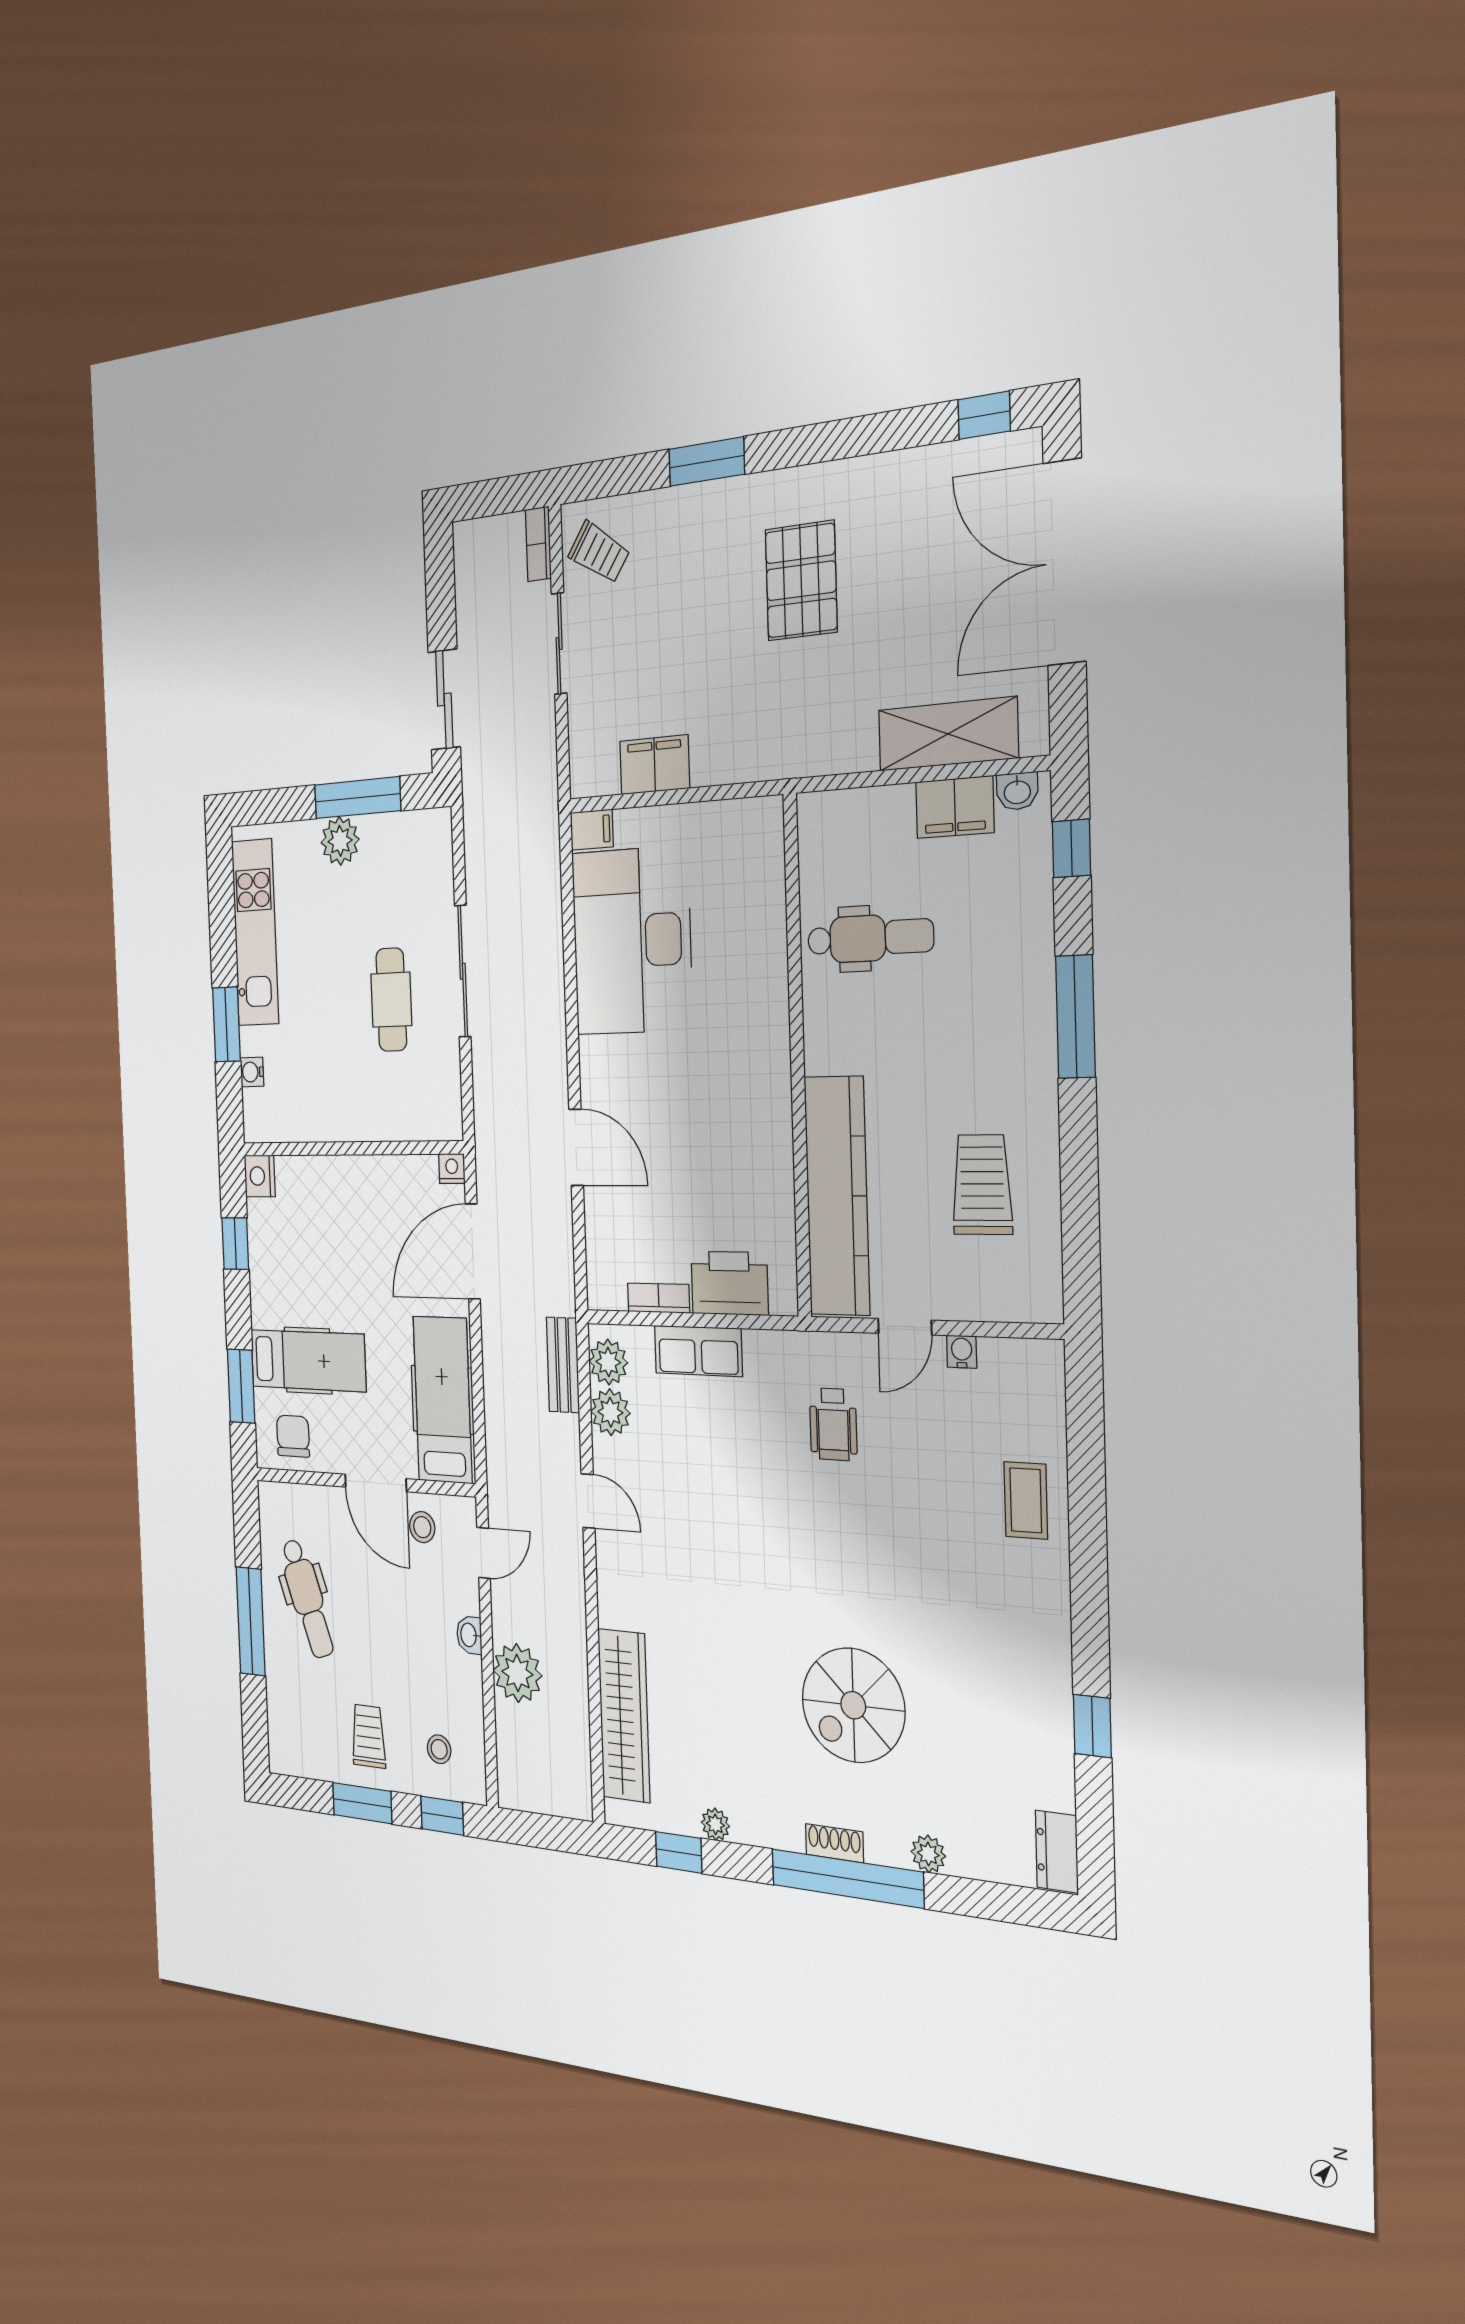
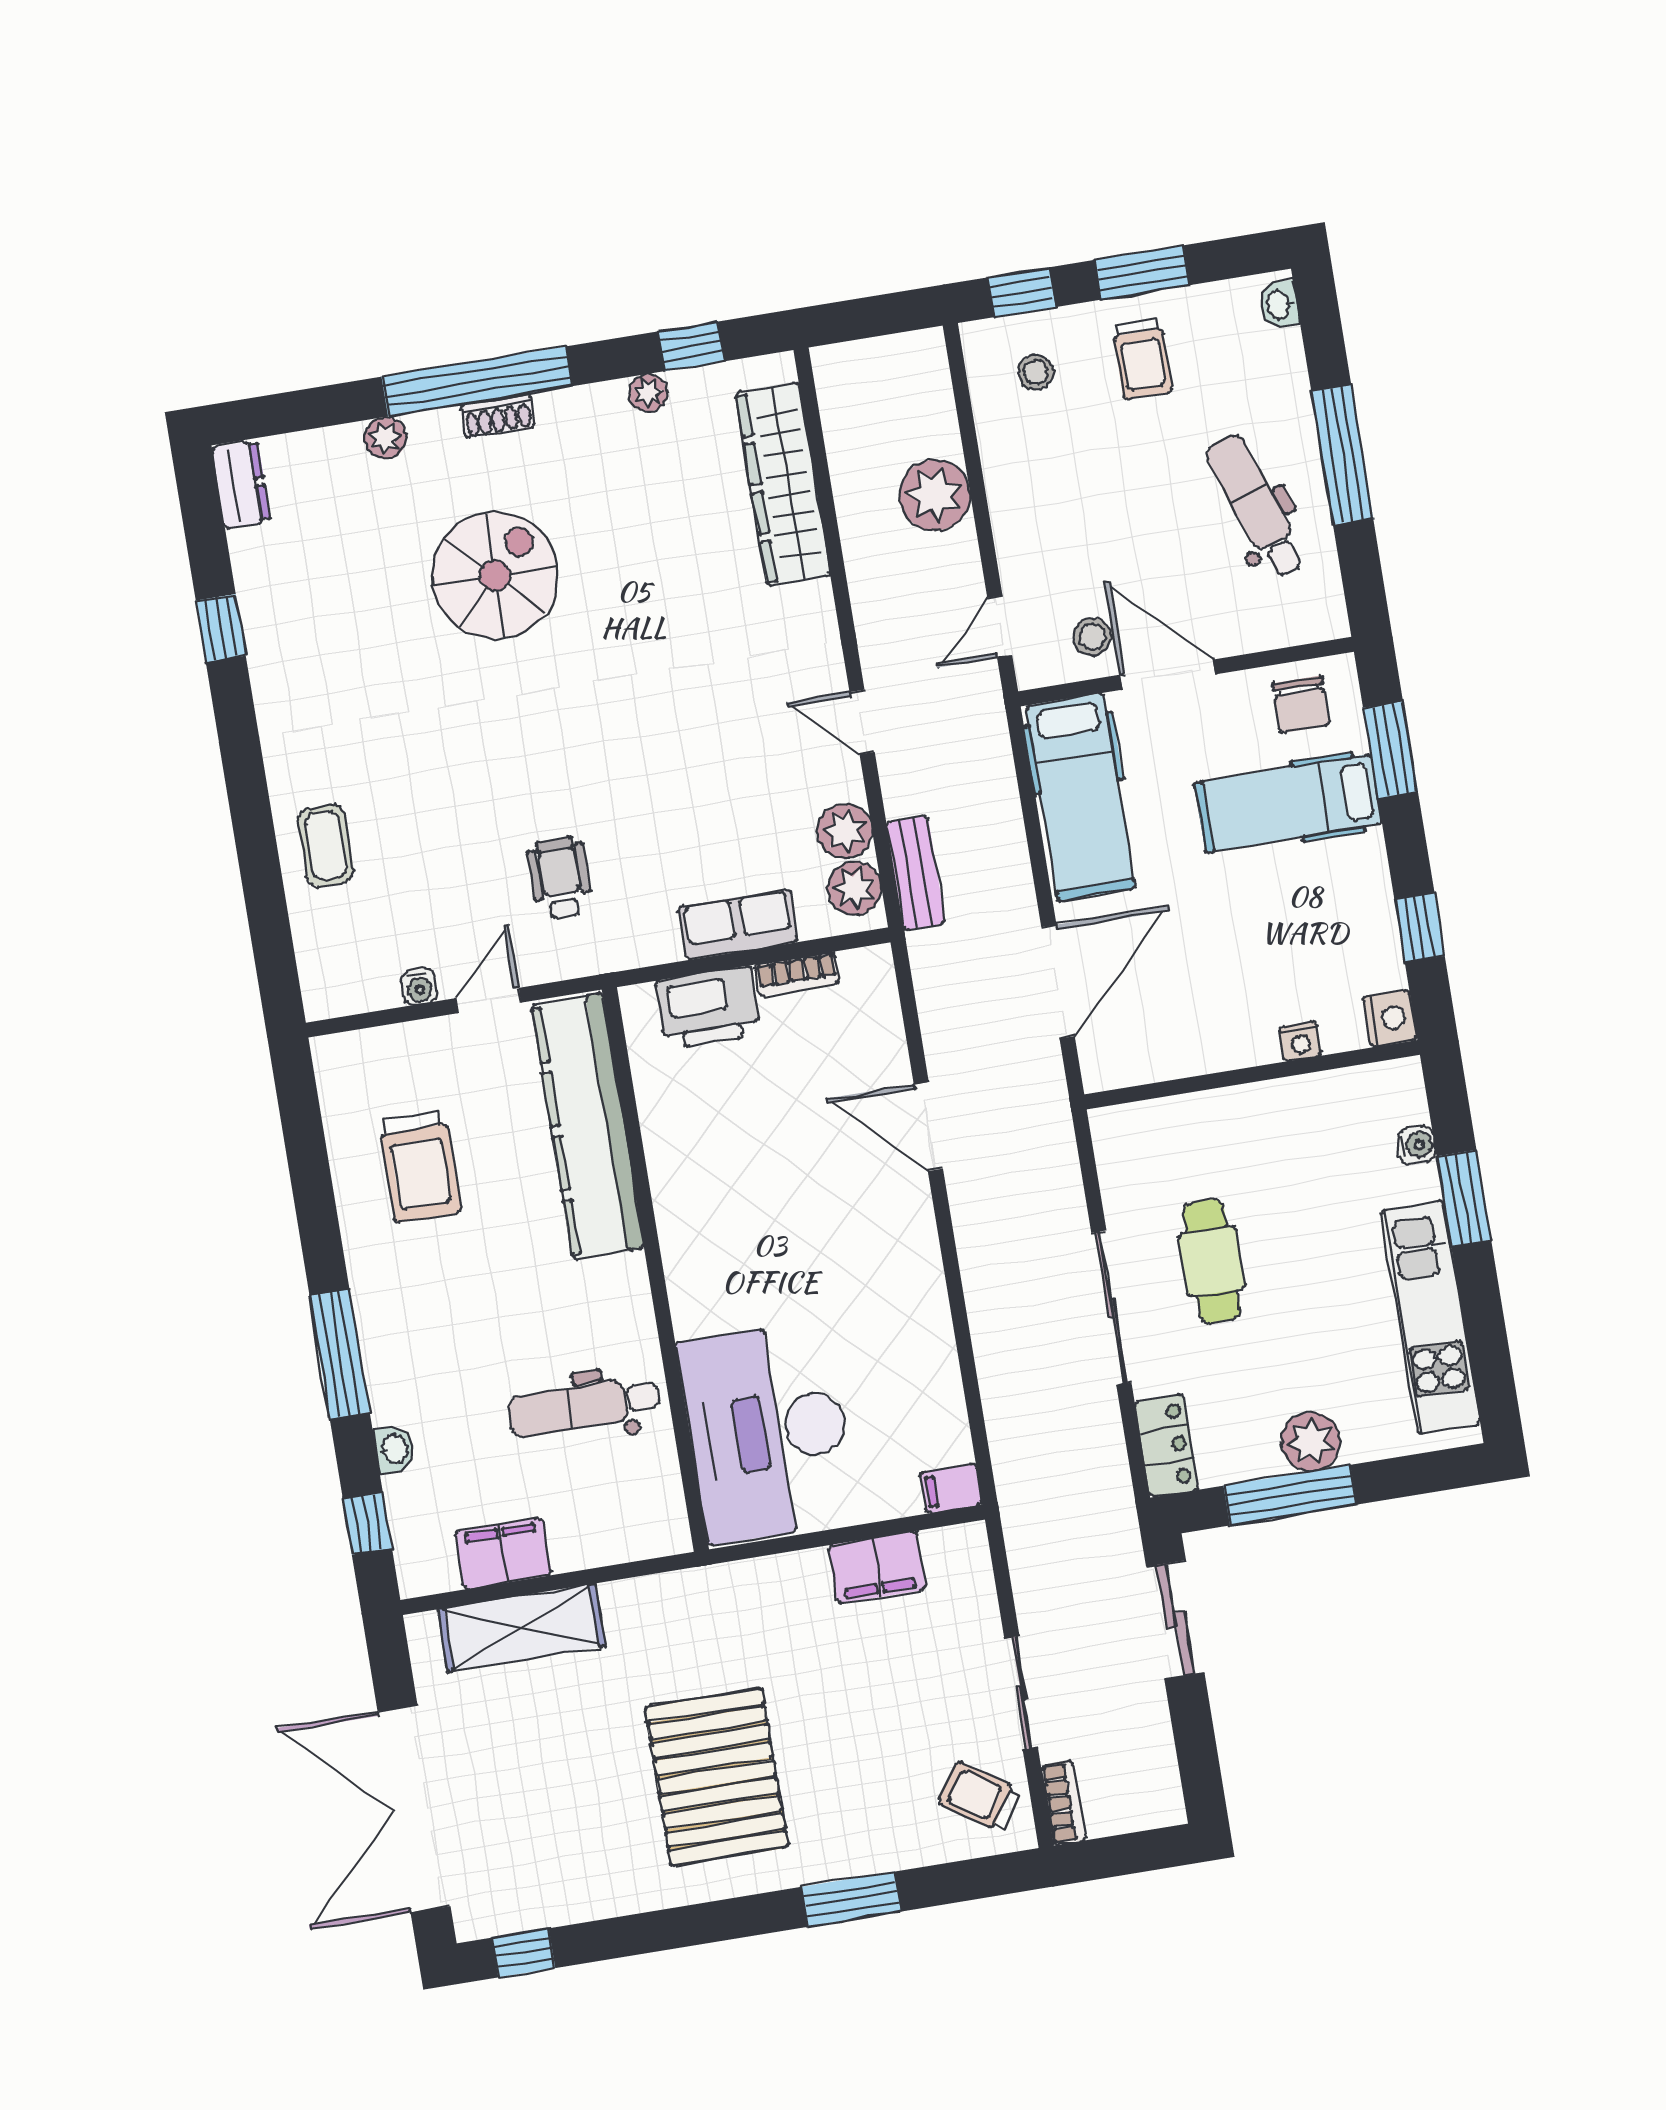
double door: (1065, 562) -> (414, 1809), swing flipped
pallet: (801, 581) -> (716, 1777), width x1.37, depth x1.41
washbasin: (1017, 791) -> (394, 1449), moved, turned 90
locker: (436, 849) -> (1167, 1445), added
desk: (632, 941) -> (768, 1432), moved, turned 180
nightstand: (452, 1169) -> (1300, 1041), moved
washbasin: (469, 1635) -> (1279, 304), moved, turned 180

